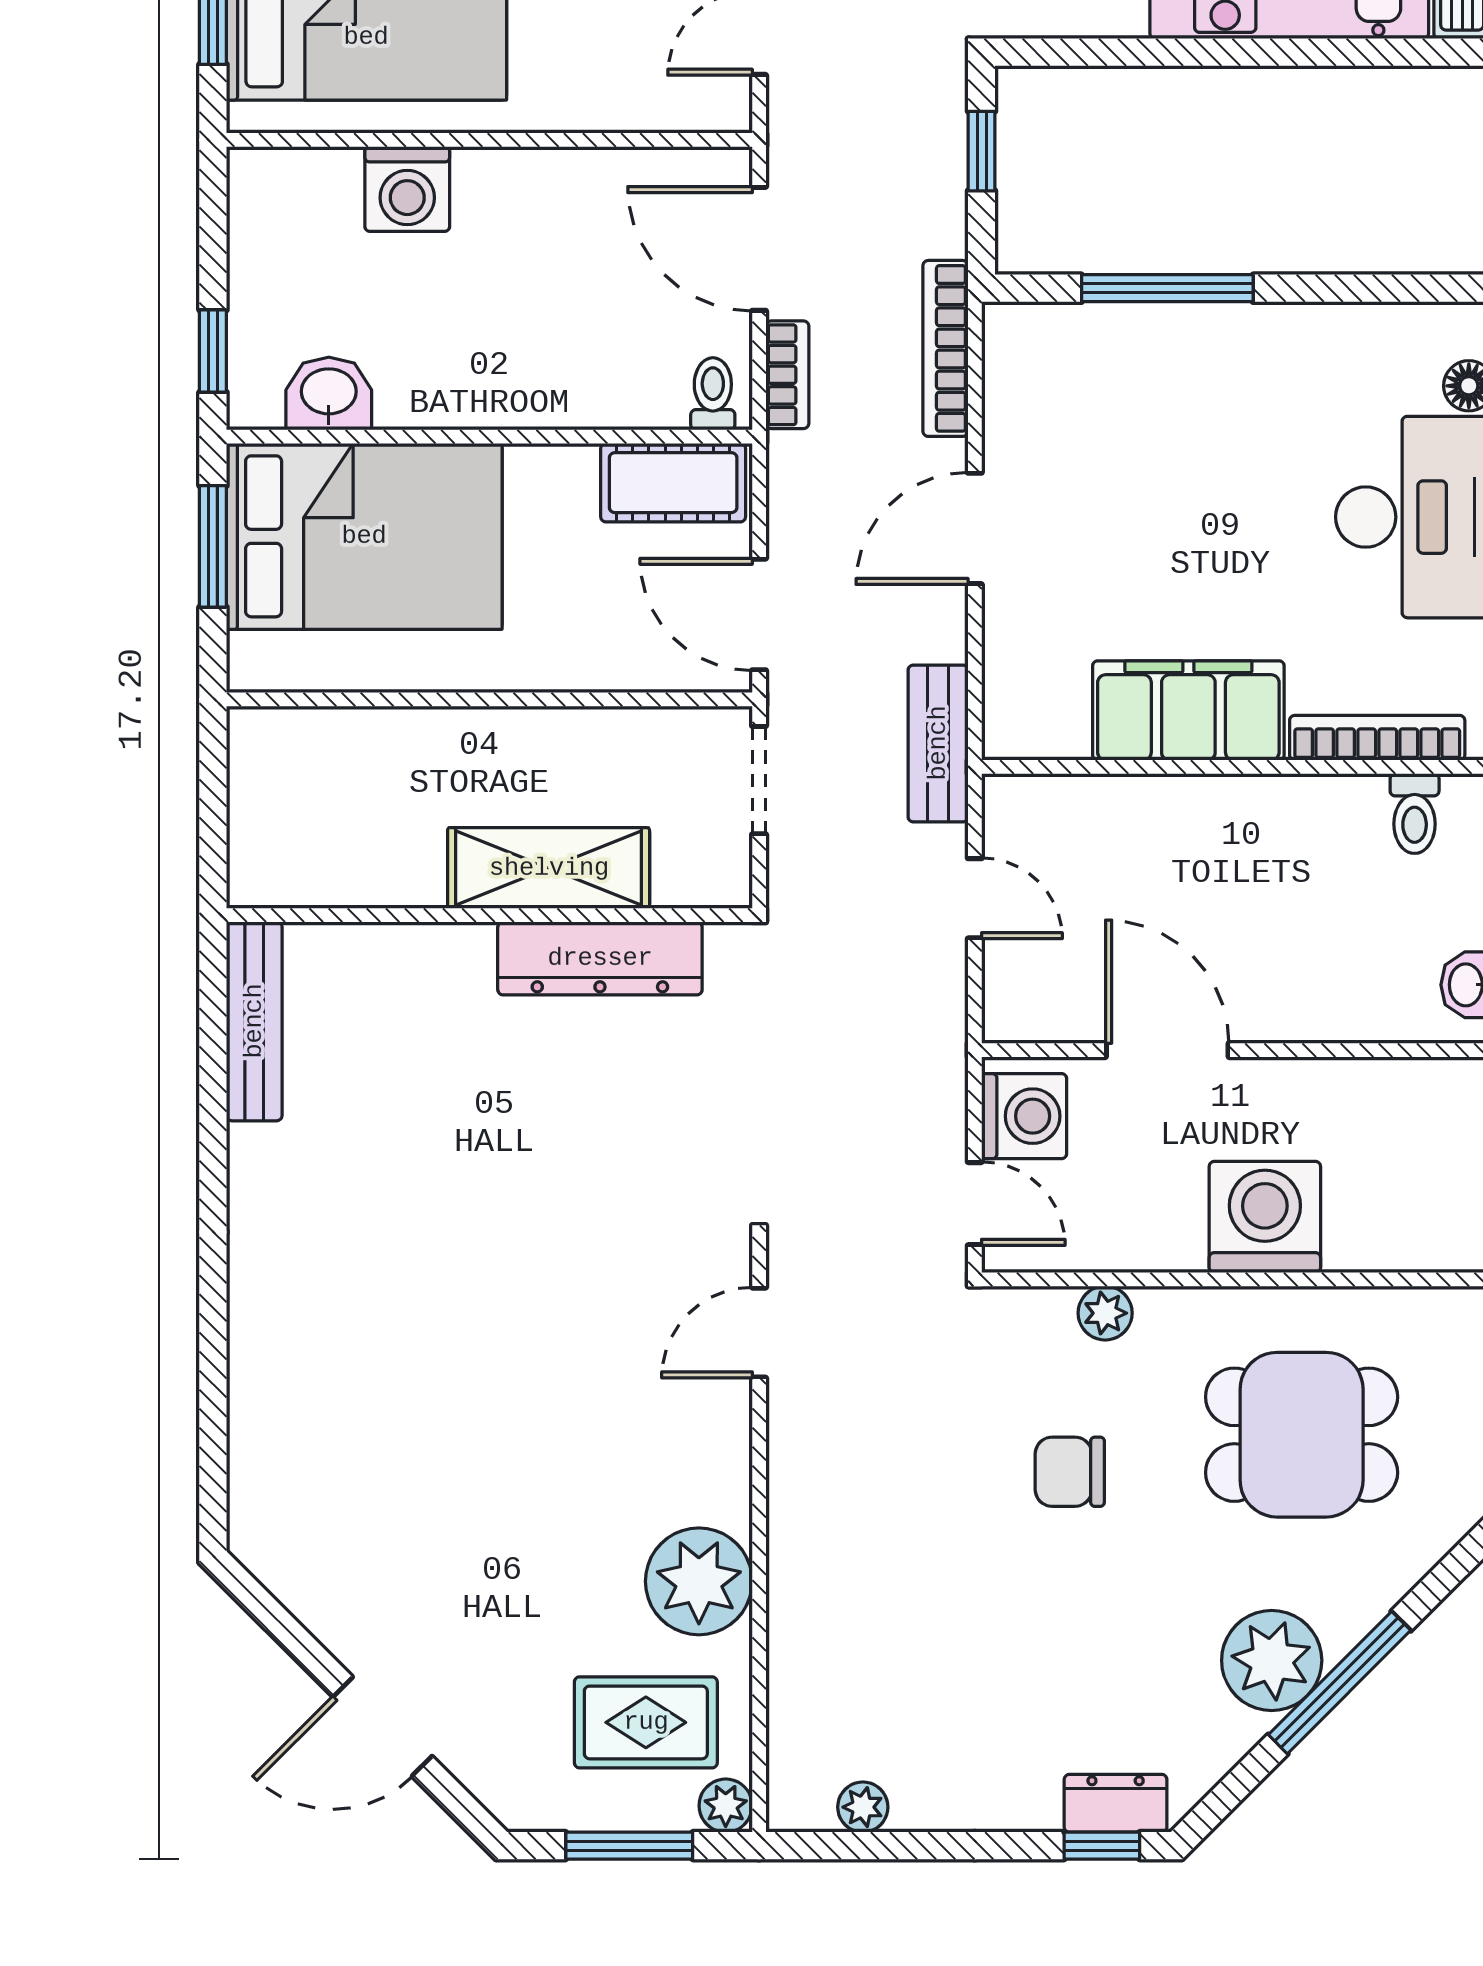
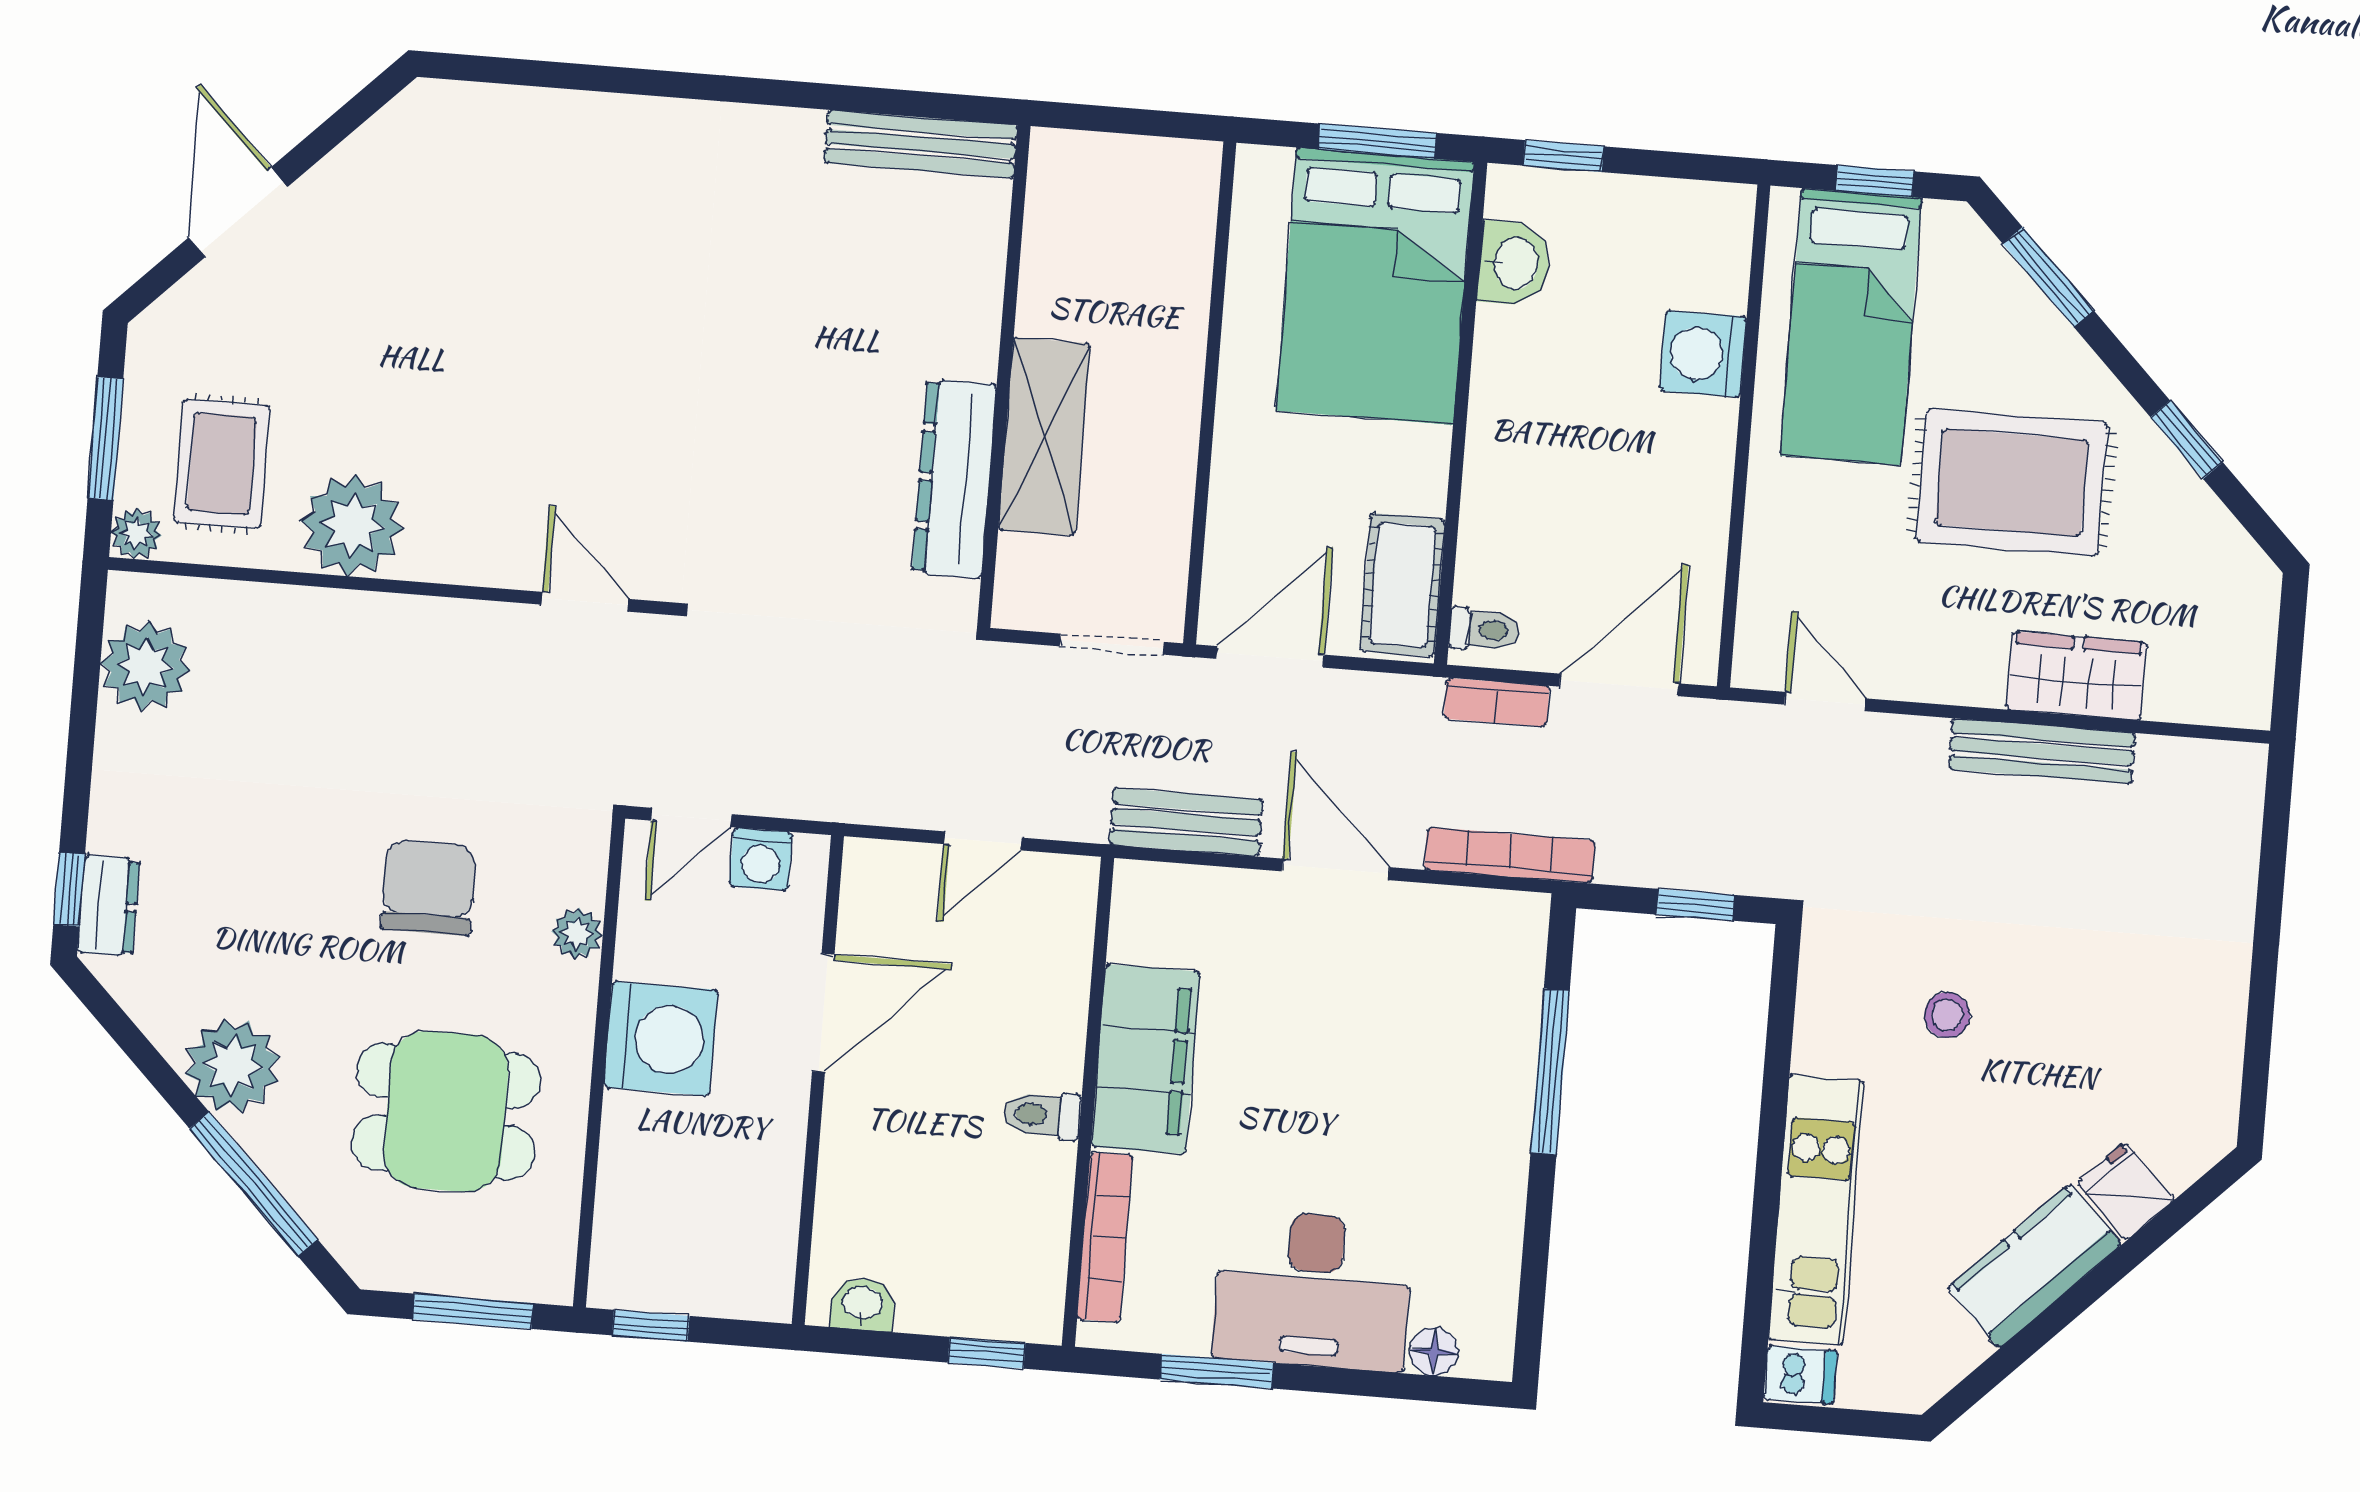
bench: (938, 743) -> (1186, 822), moved
toilet: (1415, 814) -> (1042, 1115), moved
washing machine: (1024, 1116) -> (761, 859), width x0.73, depth x0.73
washing machine: (1265, 1217) -> (661, 1039), moved
dining table: (1302, 1435) -> (446, 1112), turned 90
chair: (1070, 1472) -> (428, 888), width x1.37, depth x1.37
window: (1339, 1683) -> (253, 1184), moved
plant: (863, 1807) -> (145, 666), width x1.87, depth x1.87

